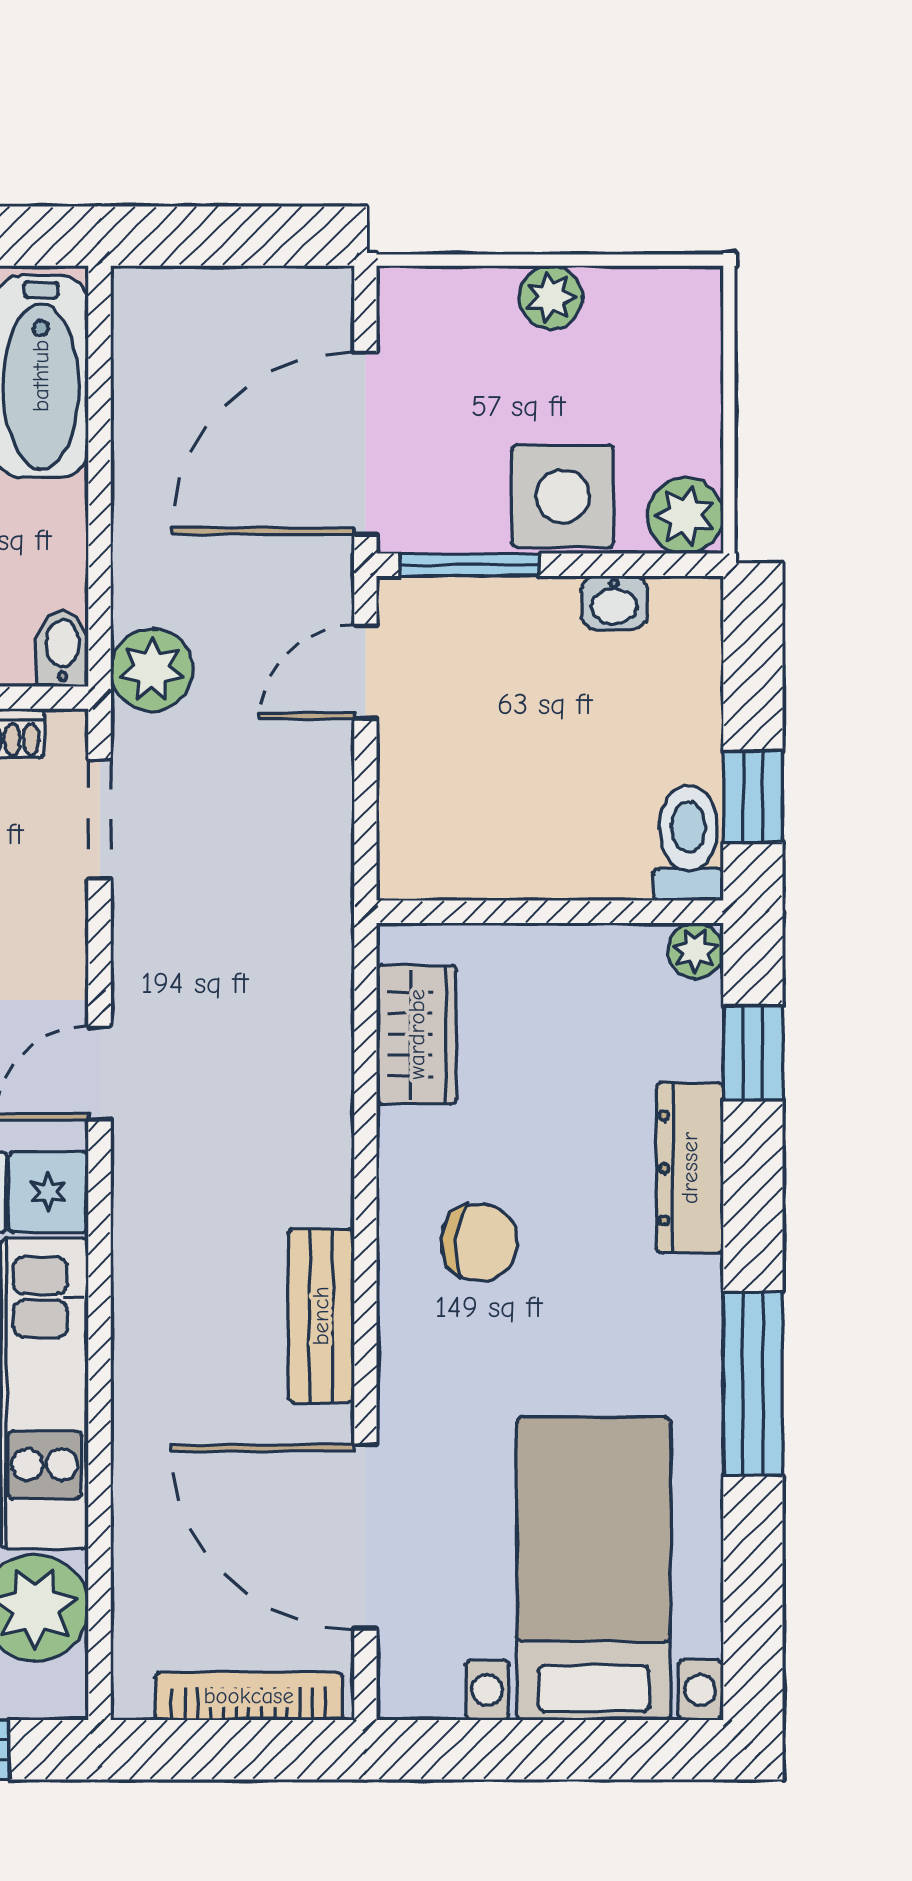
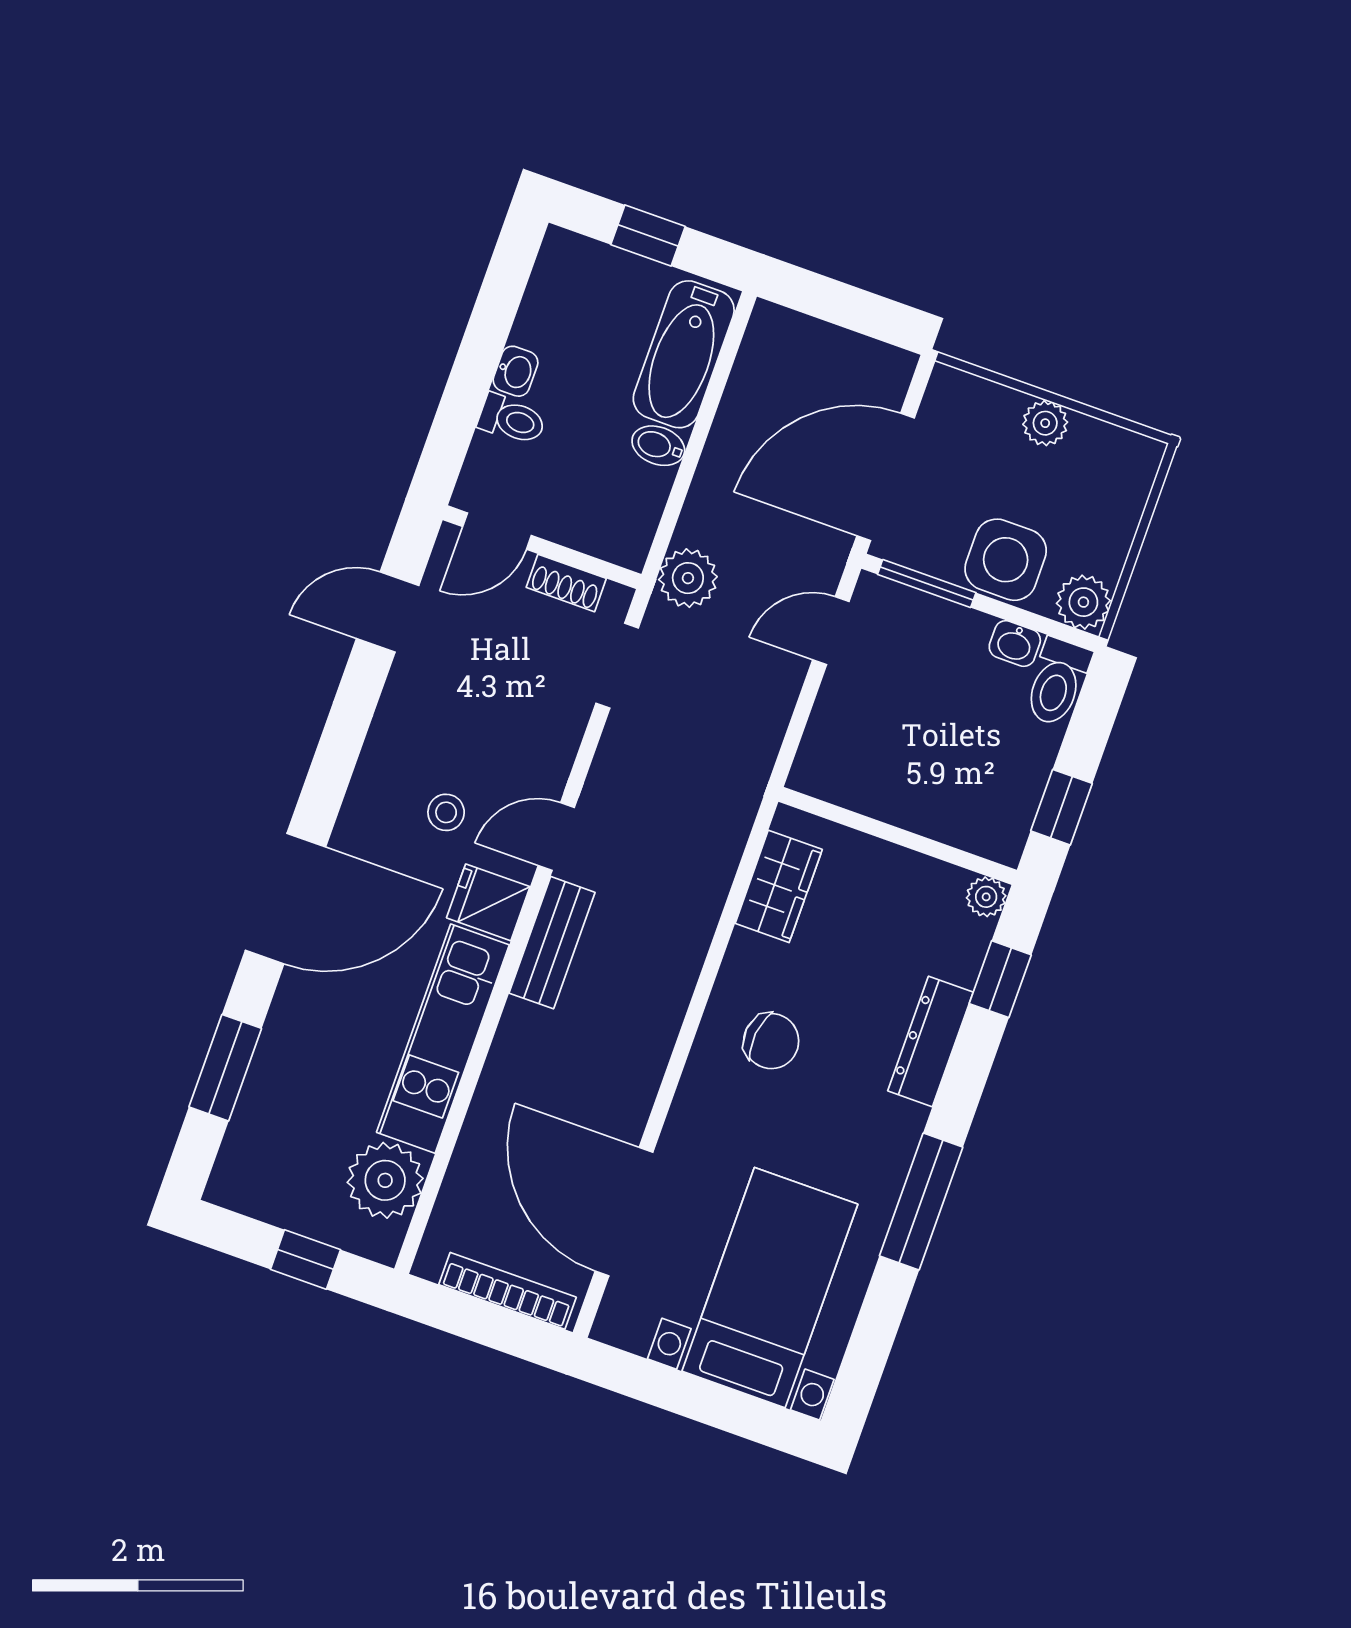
bidet: (63, 648) -> (658, 446), moved, turned -90
toilet: (688, 843) -> (1057, 682), moved, turned 180
bench: (321, 1316) -> (552, 943), moved

